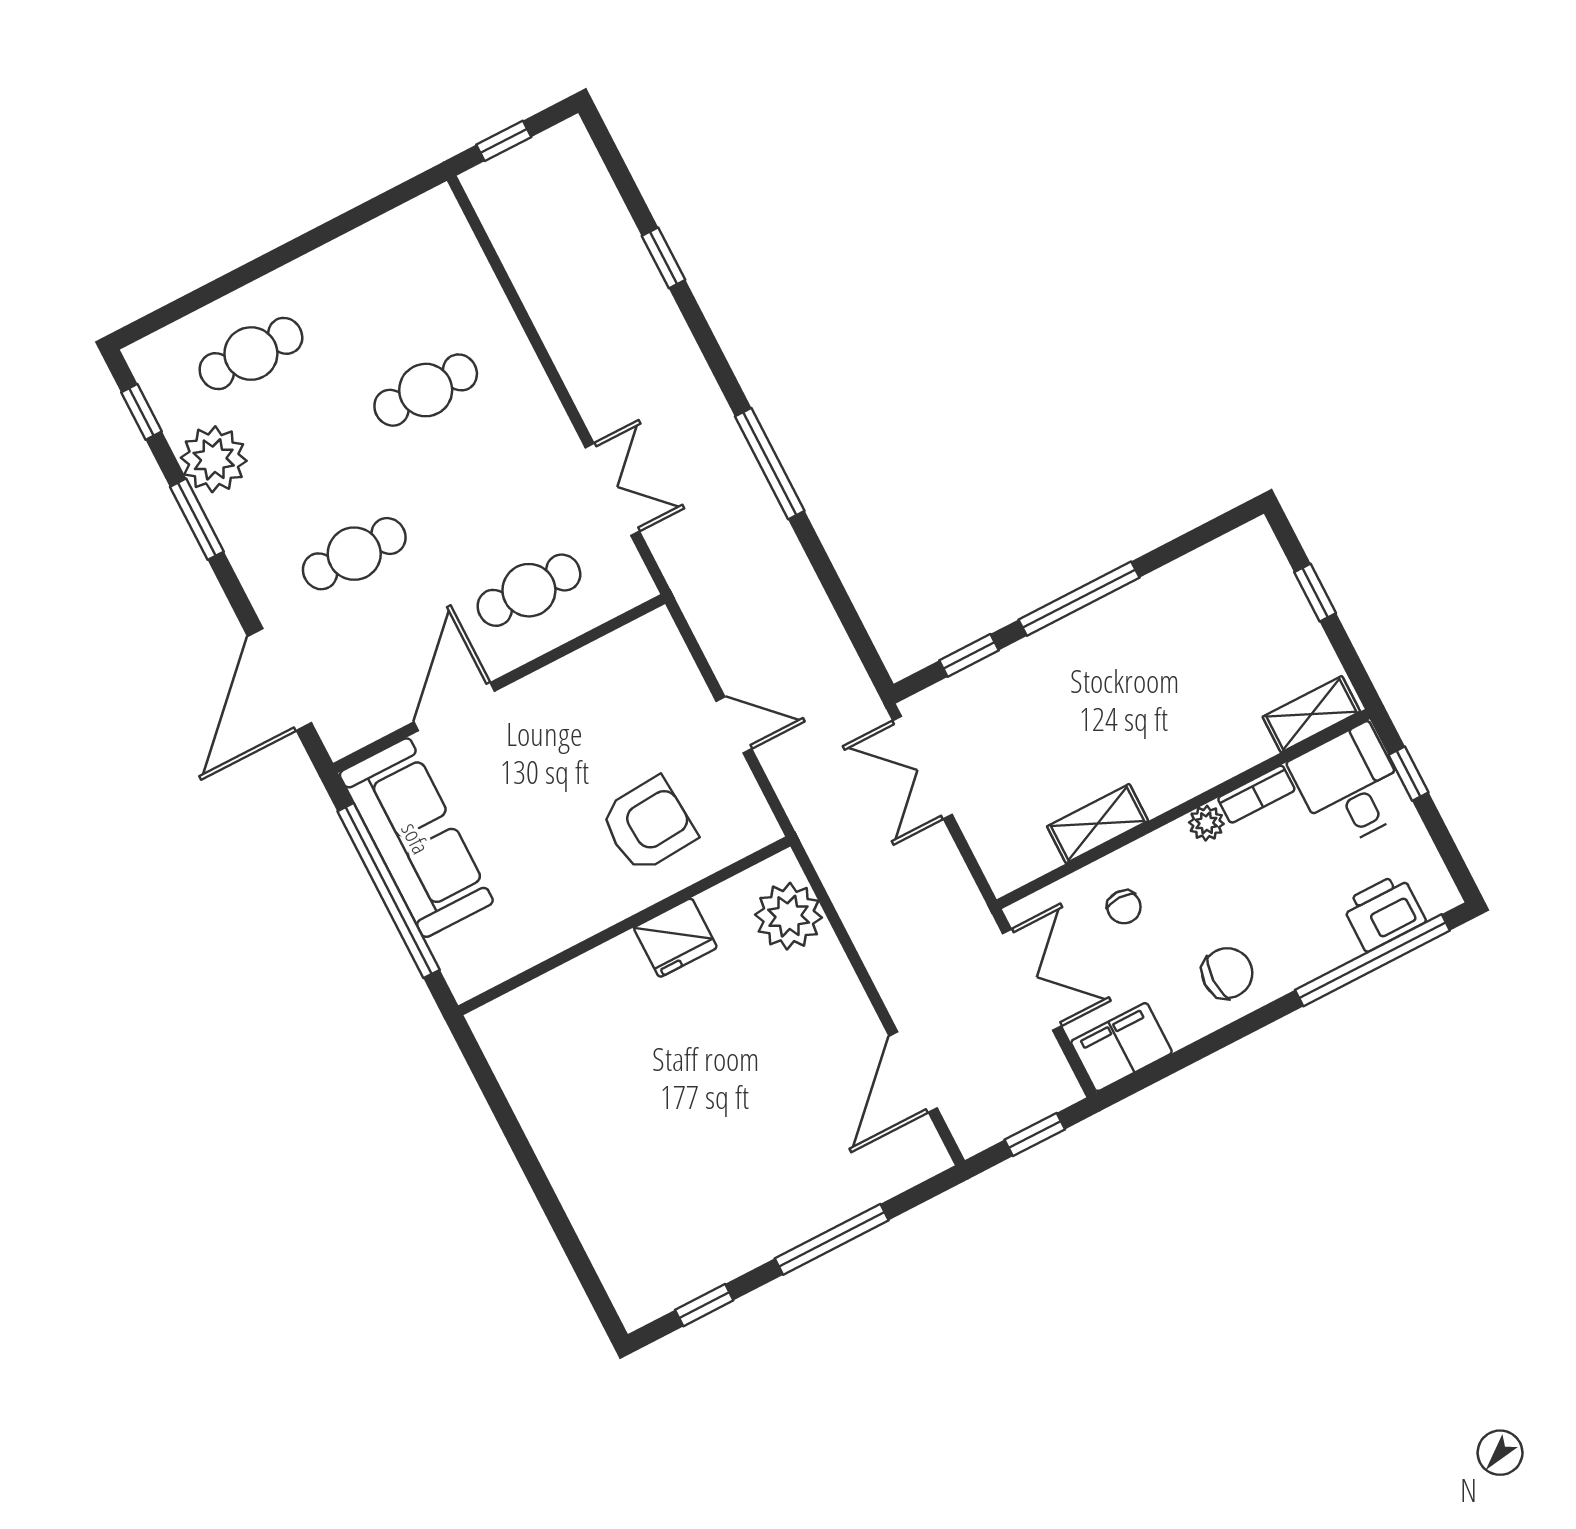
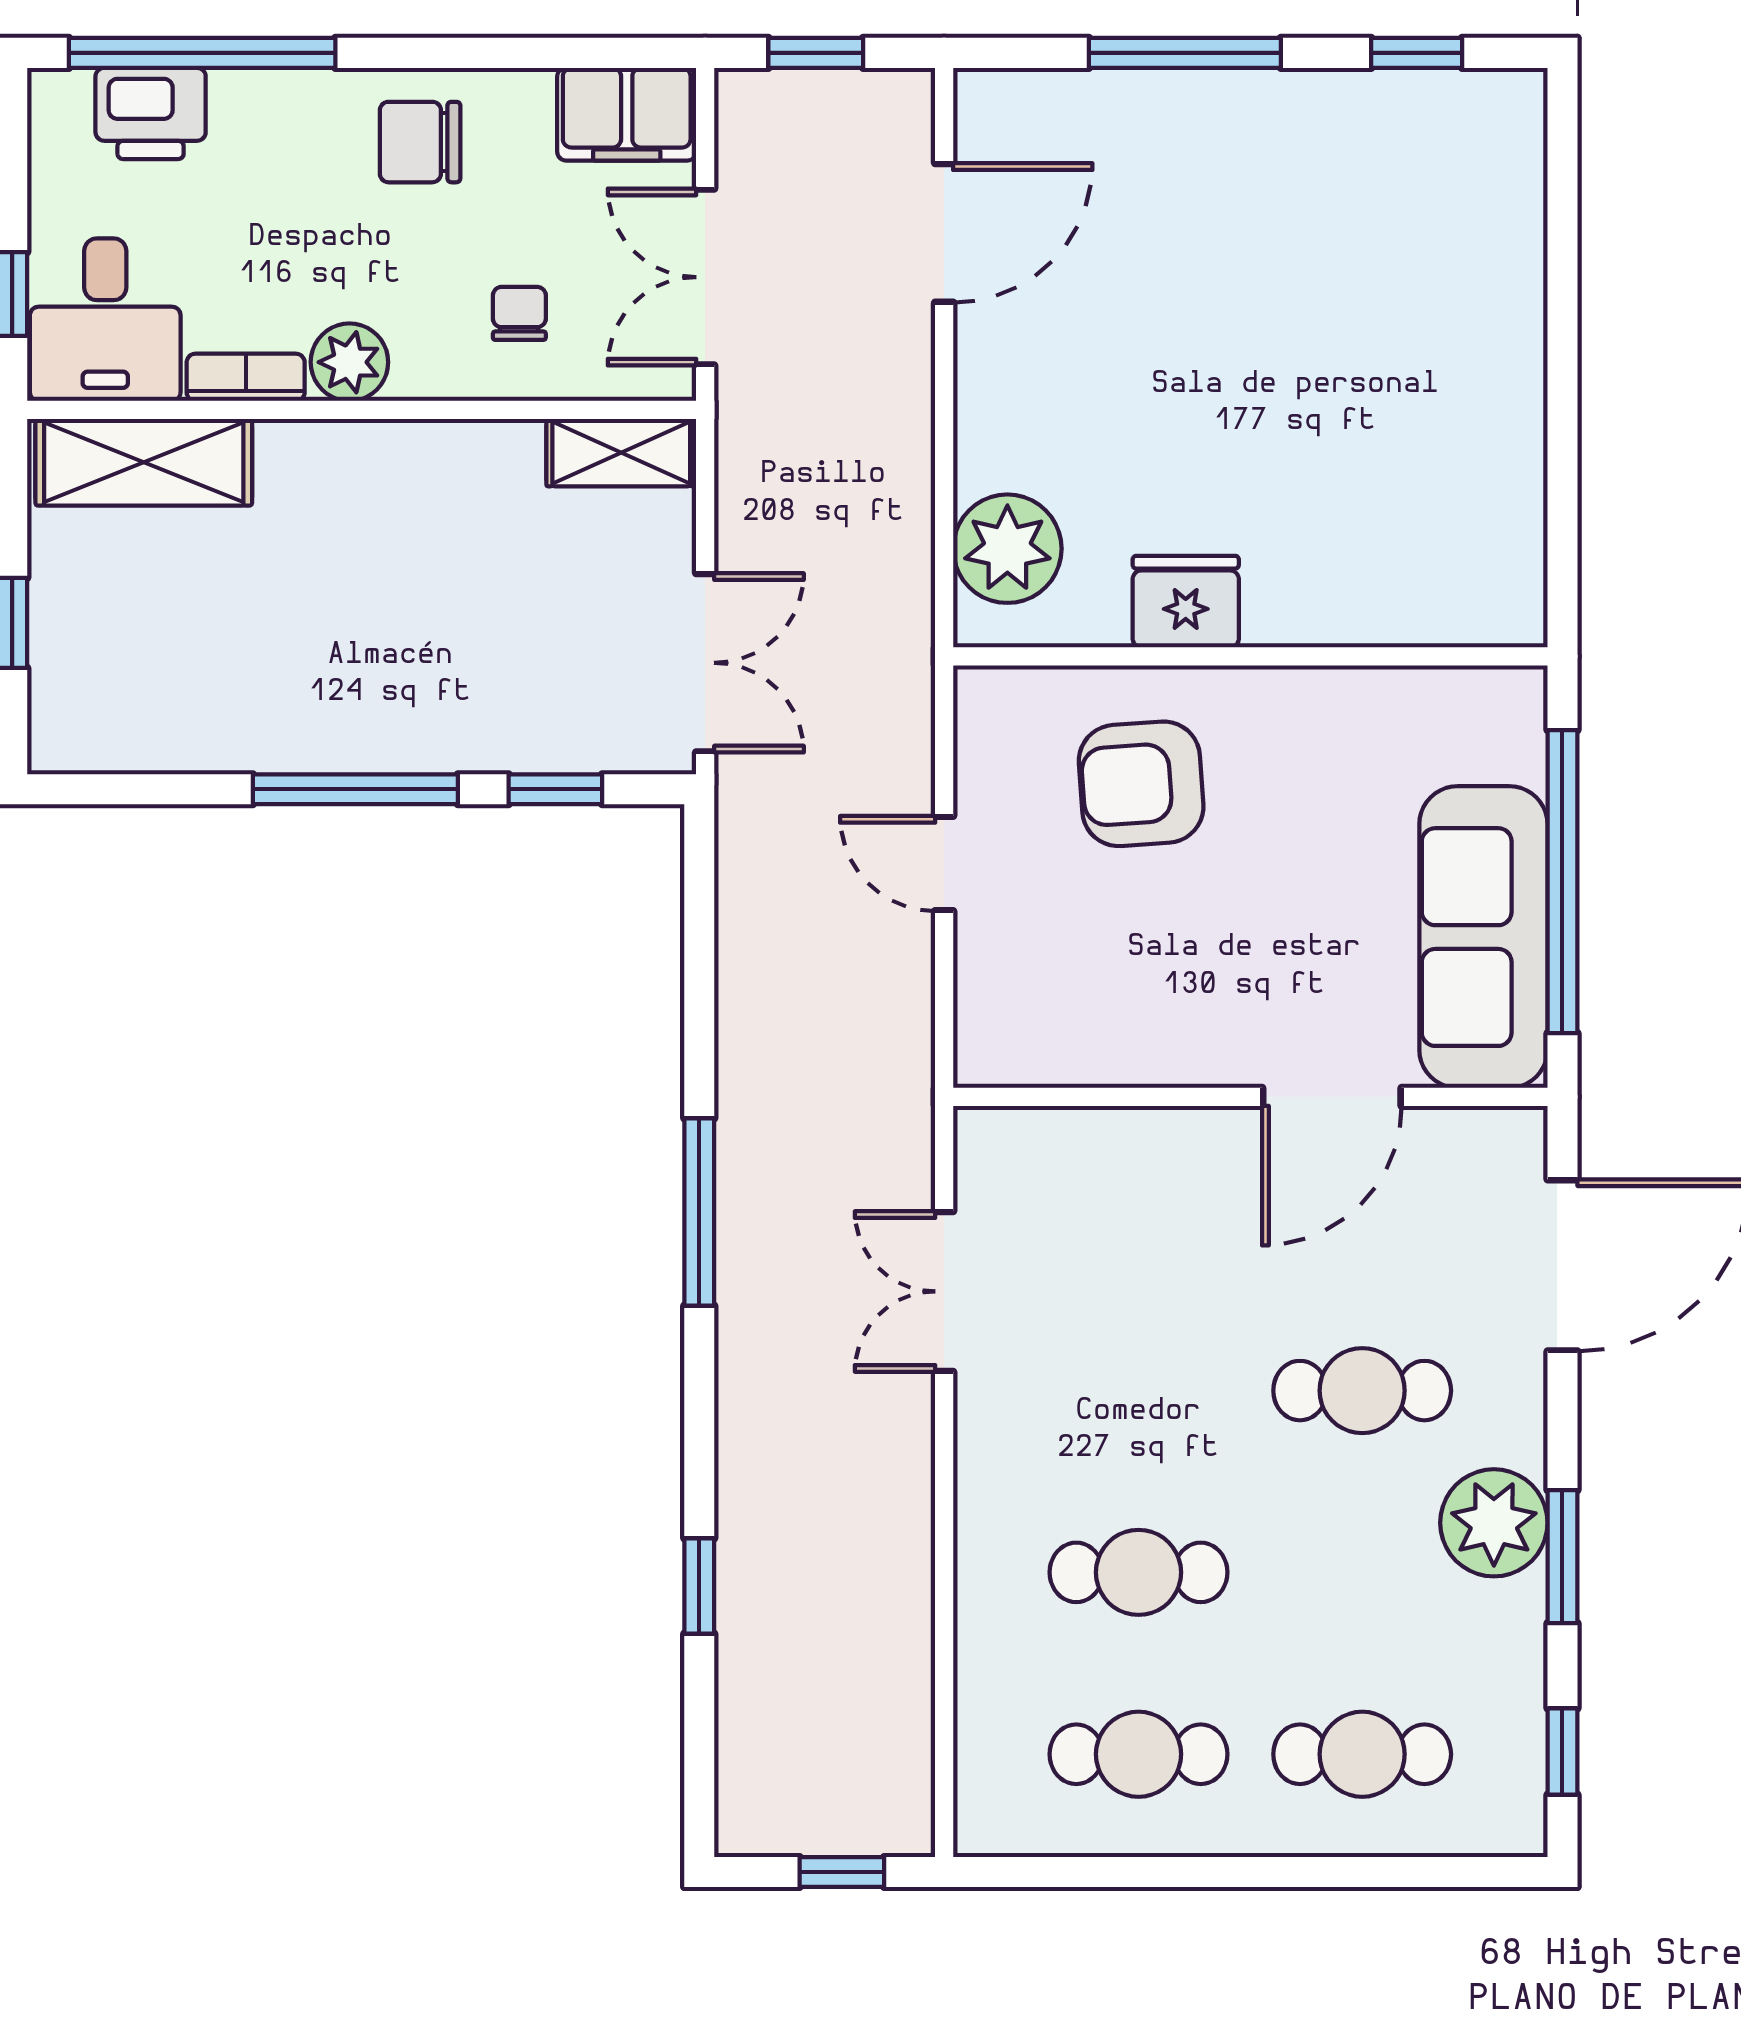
plant: (214, 459) -> (1494, 1523), moved
cafe table: (529, 590) -> (1138, 1754), moved
shelving: (1311, 714) -> (144, 462), width x1.50, depth x1.33
plant: (1206, 823) -> (349, 362), width x1.38, depth x1.38
shelving: (1098, 824) -> (621, 453), moved

